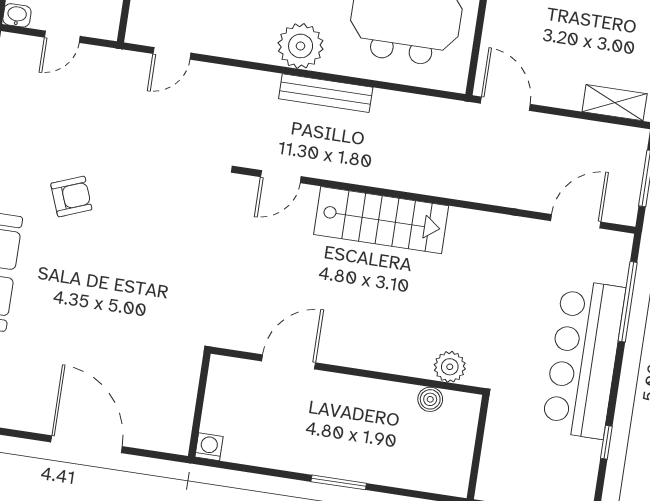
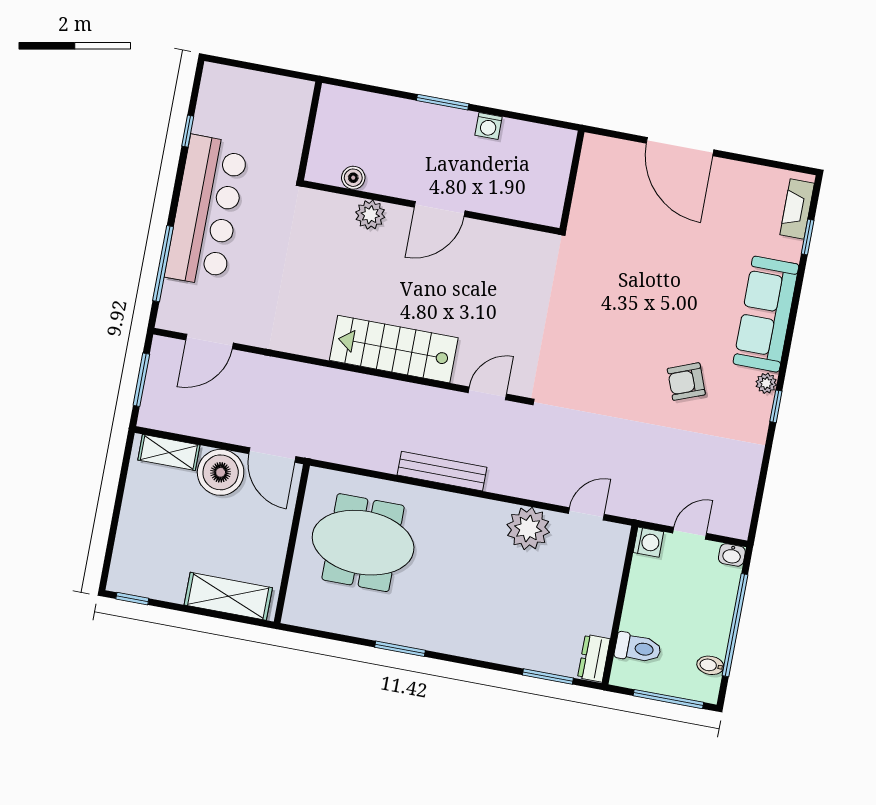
washing machine: (105, 26) -> (648, 542), added
plant: (301, 46) -> (528, 528), moved
boiler: (559, 84) -> (221, 472), added
door: (289, 362) -> (440, 209), moved
plant: (450, 367) -> (370, 215), moved
washing machine: (209, 447) -> (488, 126), moved

